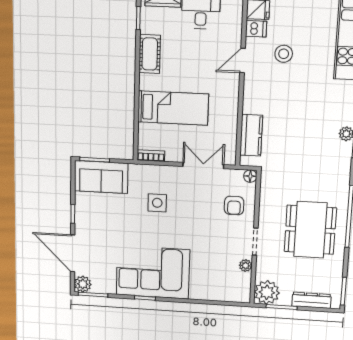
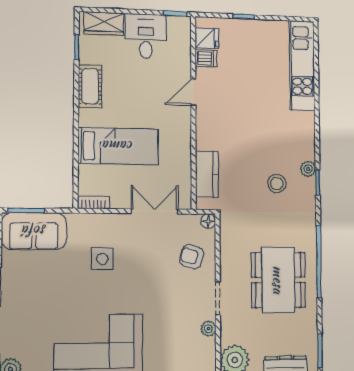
stool: (284, 54) -> (277, 184), moved
armchair: (234, 205) -> (192, 257), turned 106

